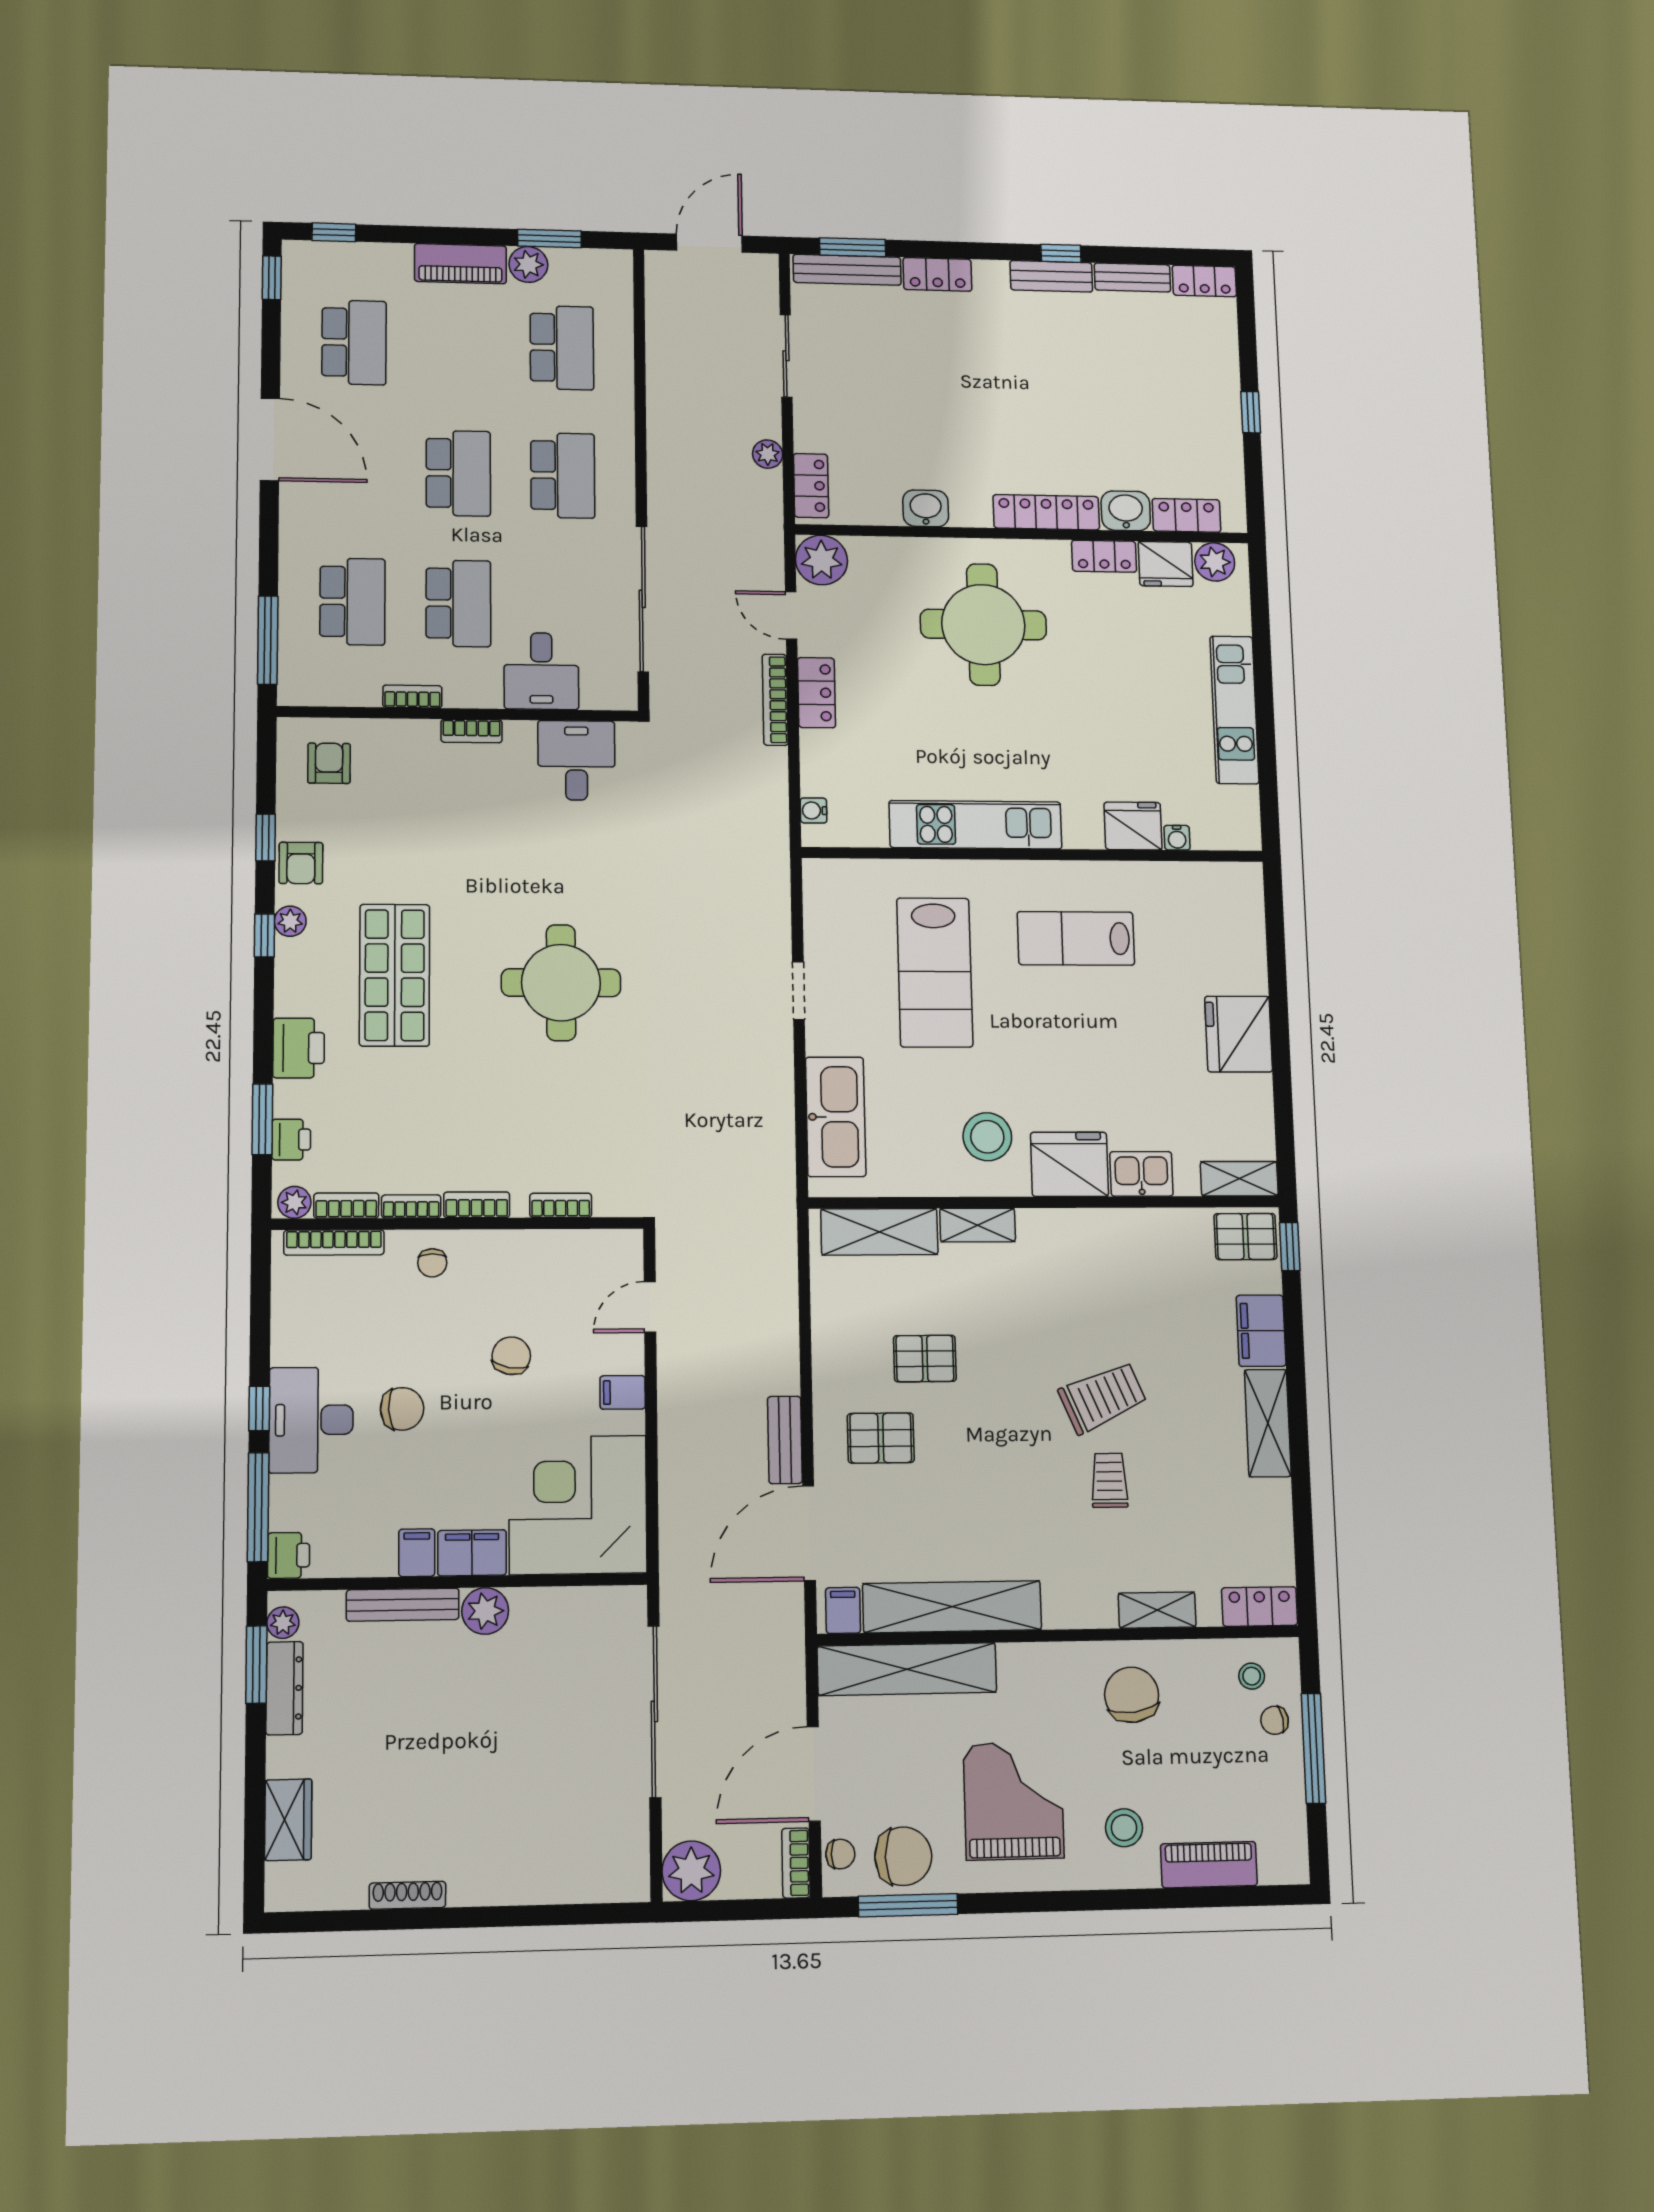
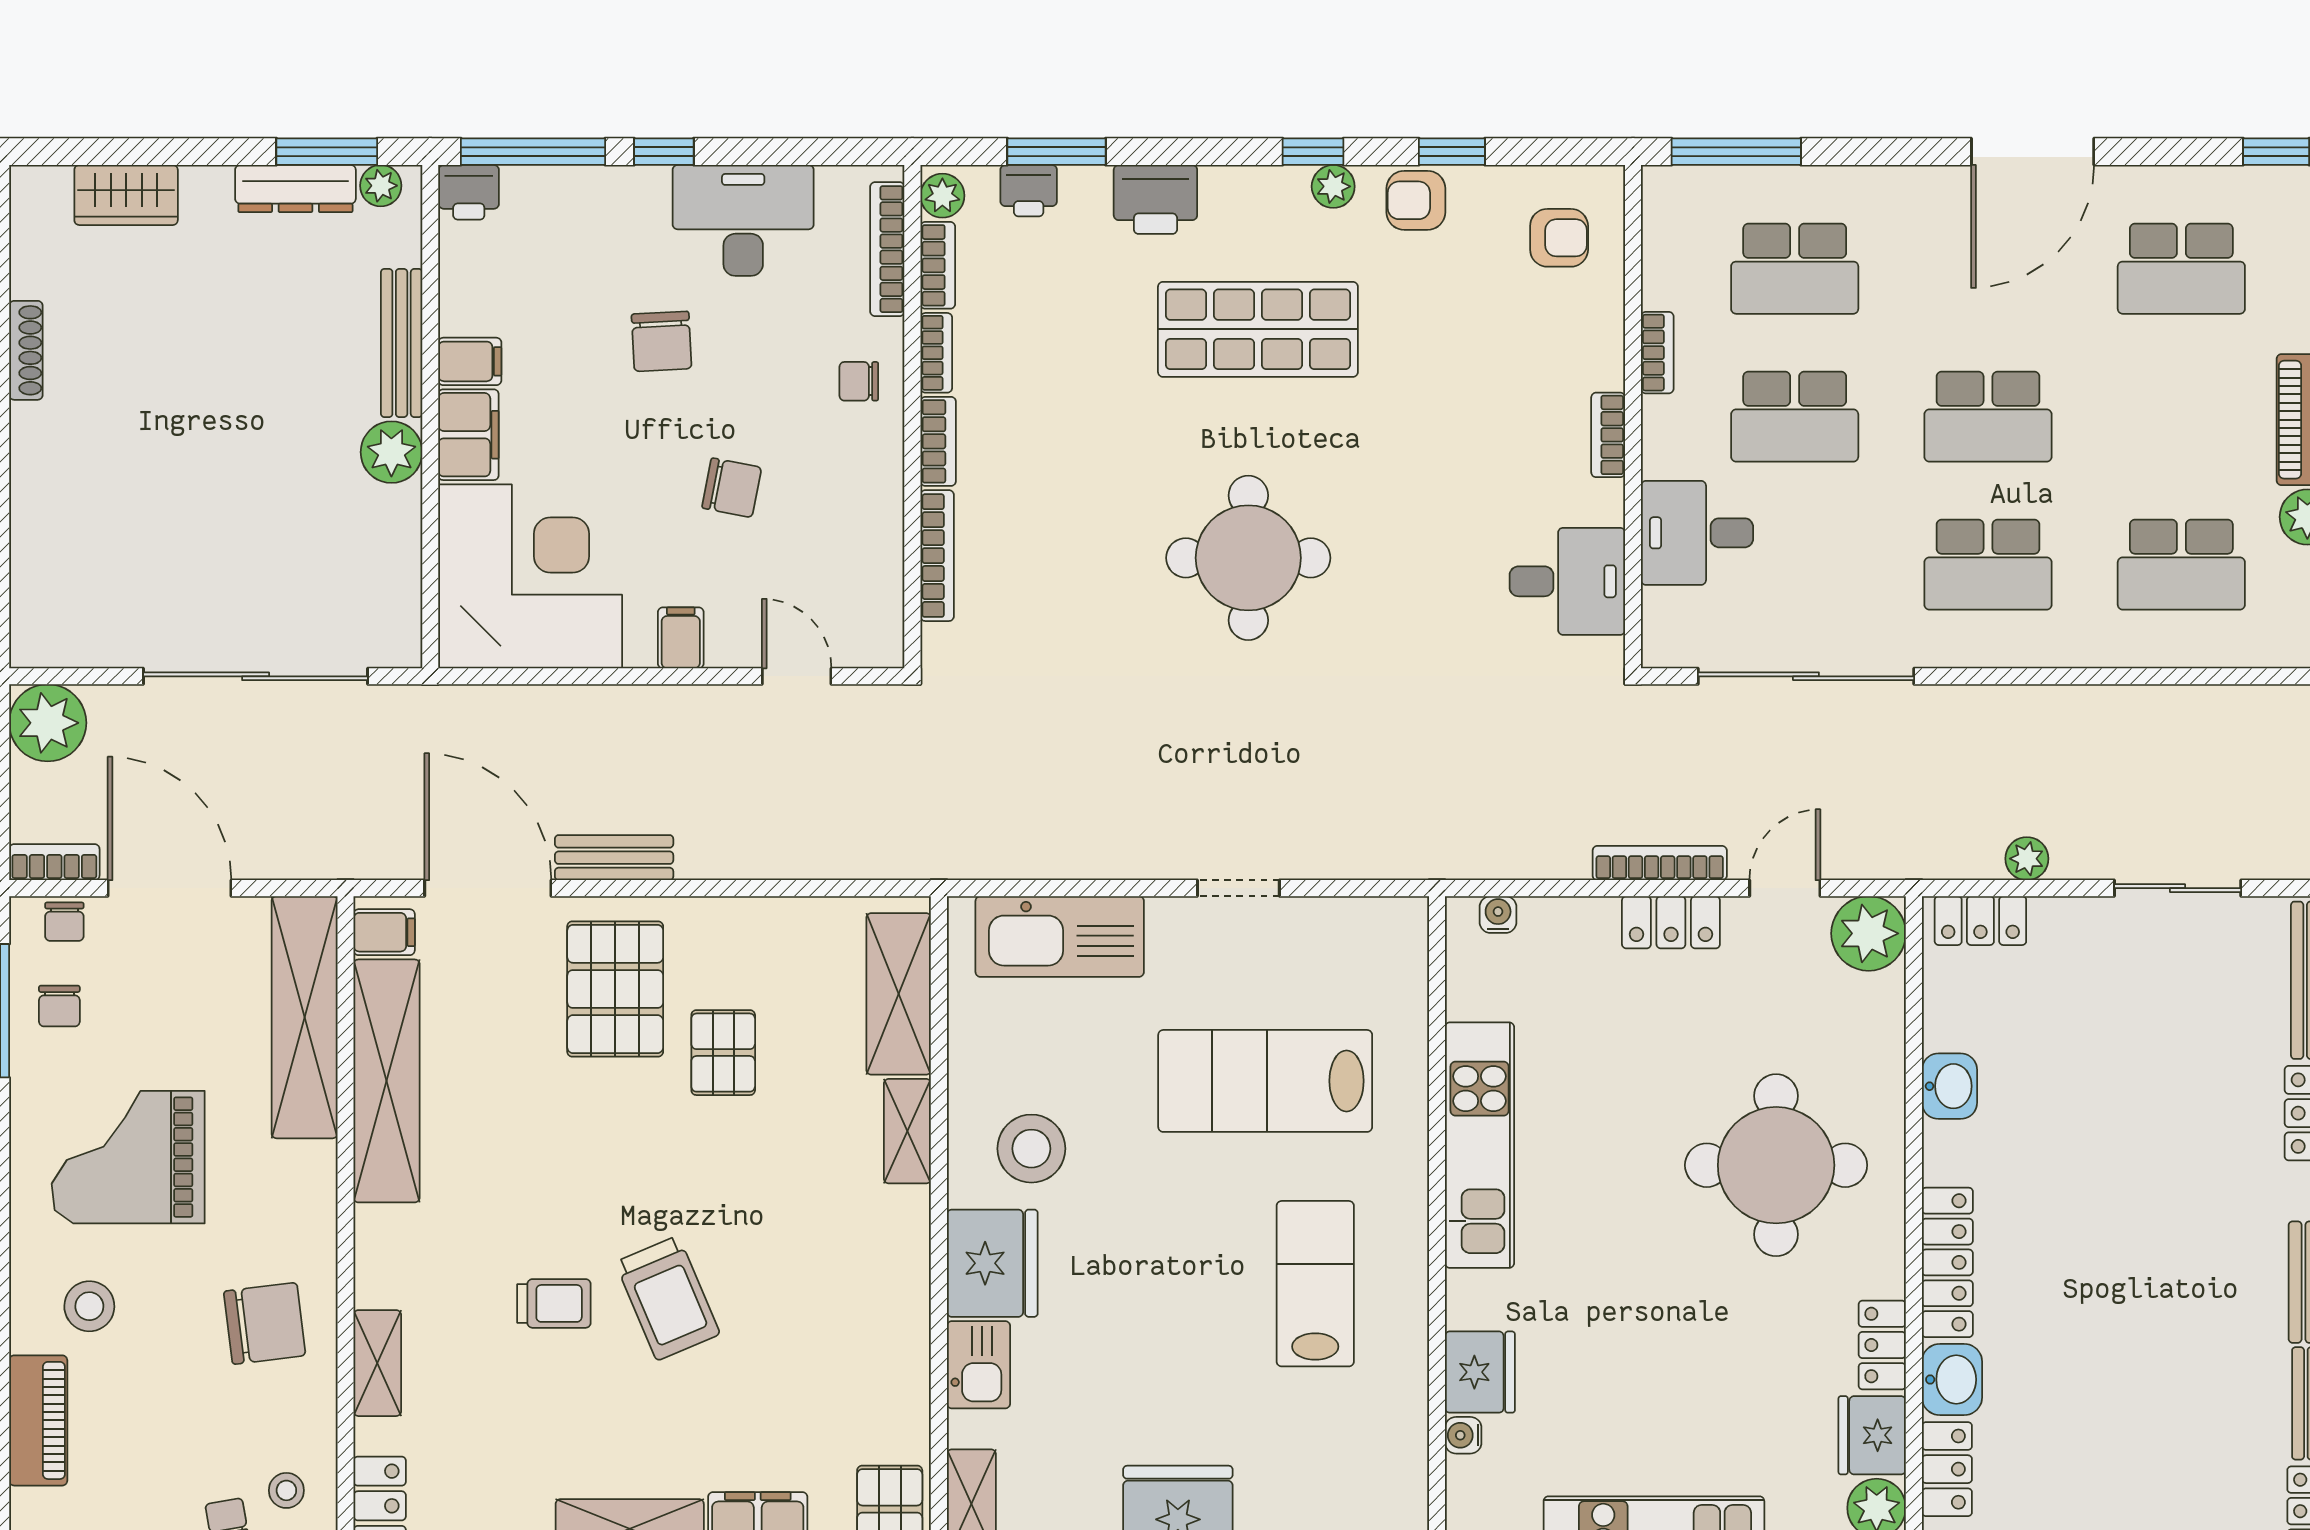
bookcase: (561, 1205) -> (937, 556), width x1.56
desk: (311, 1420) -> (743, 220), moved
pallet: (881, 1438) -> (615, 989), width x1.50, depth x1.42
grand piano: (1014, 1801) -> (128, 1157), turned 180
chair: (903, 1856) -> (59, 1006), width x0.54, depth x0.54

